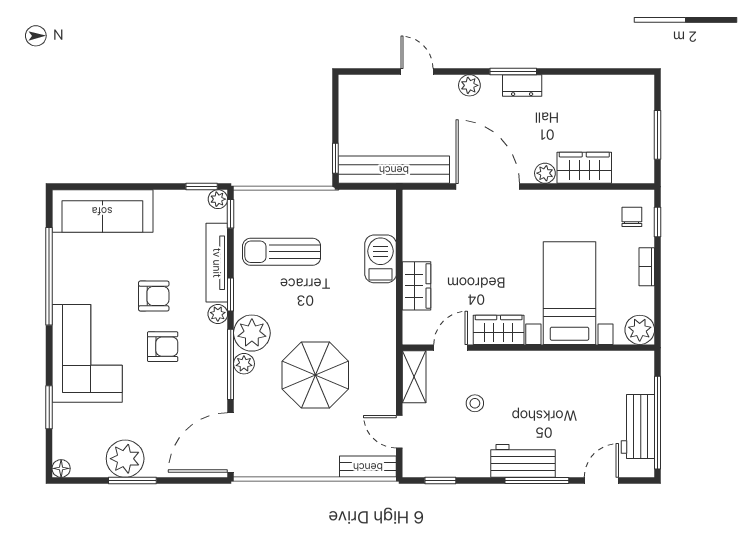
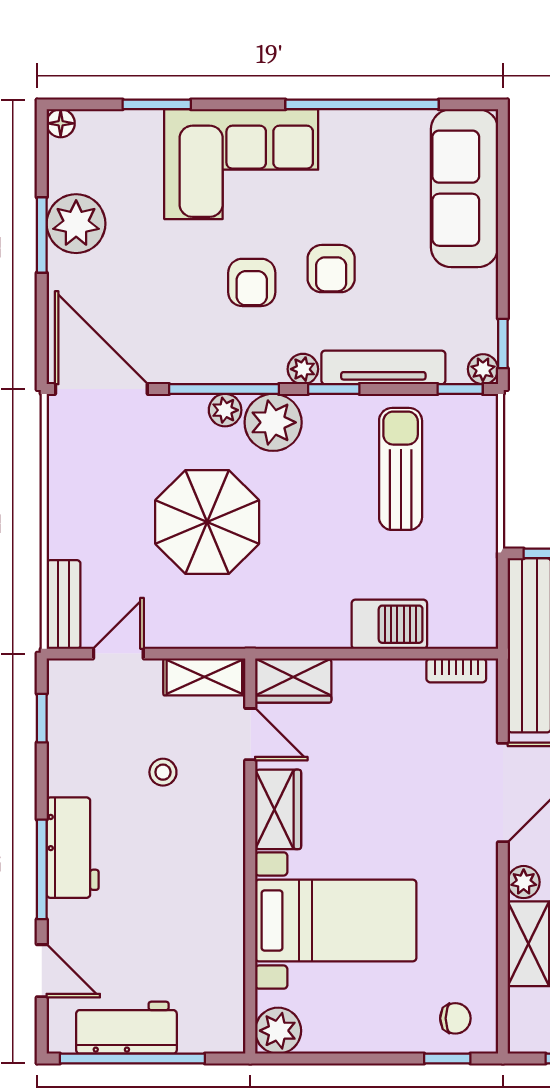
bookcase: (647, 267) -> (456, 670), moved, turned 180
wardrobe: (416, 286) -> (293, 681), moved

